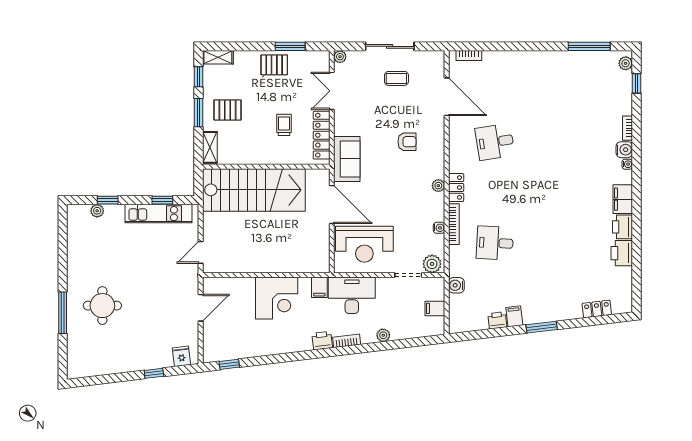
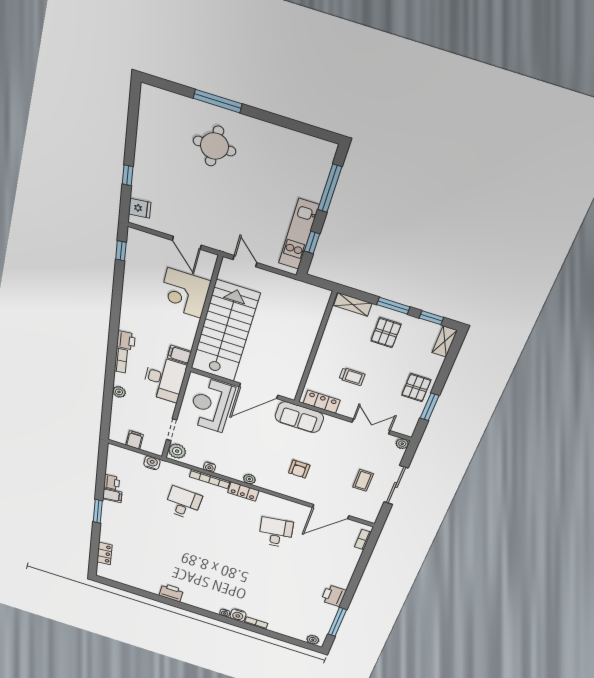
window: (636, 83) -> (293, 641), removed
locker: (322, 135) -> (322, 402), width x0.66
stairs: (254, 190) -> (225, 331), moved, turned 180
filing cabinet: (623, 199) -> (195, 600), removed
window: (108, 200) -> (330, 188), width x2.17
plant: (97, 211) -> (321, 174), removed
printer: (622, 253) -> (334, 596), moved, turned -90
corner desk: (277, 298) -> (184, 293), moved

